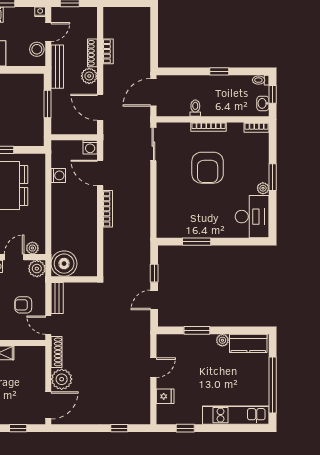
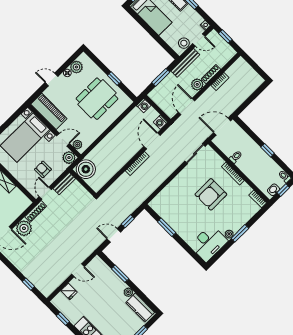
washing machine: (58, 175) -> (144, 105), moved

